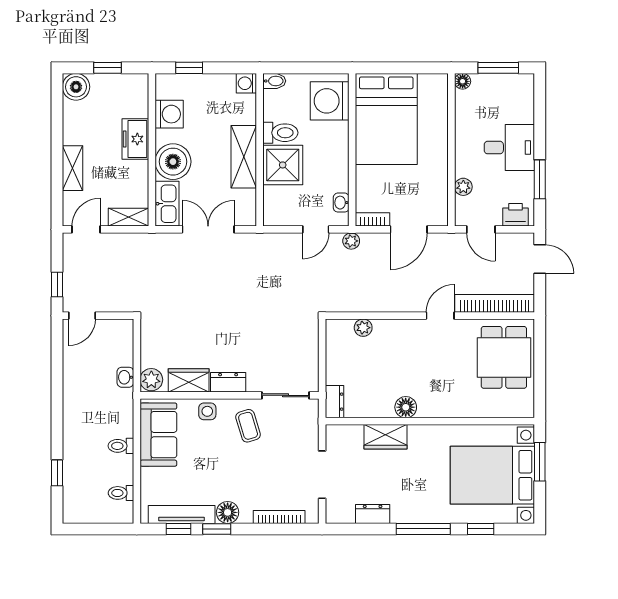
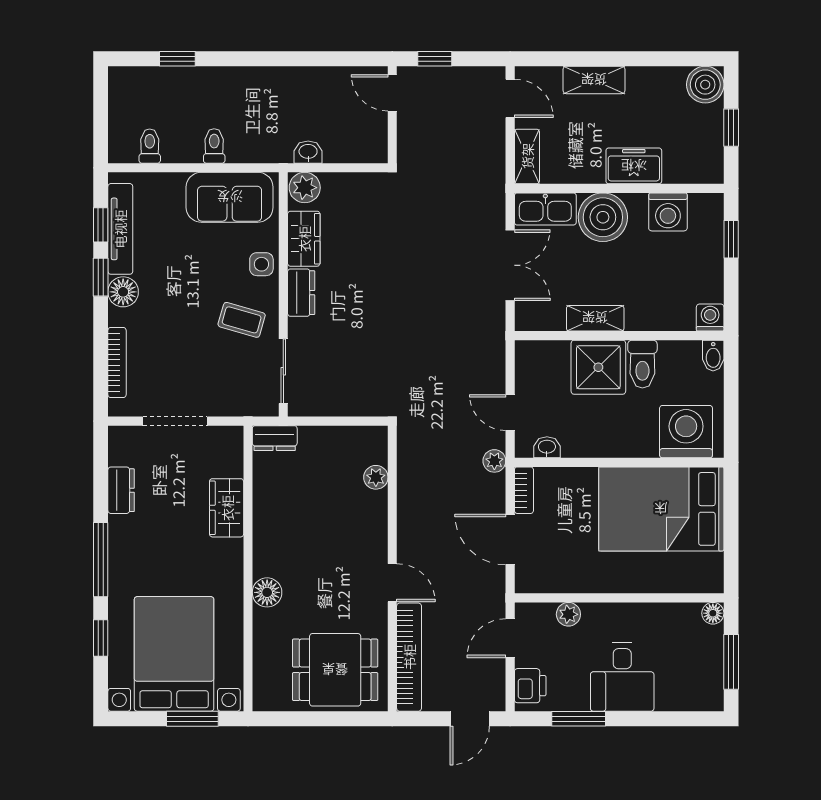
shelving: (244, 157) -> (595, 318), width x0.67, depth x0.75
floor lamp: (406, 407) -> (267, 592), moved
coffee table: (248, 426) -> (242, 320), turned 33

